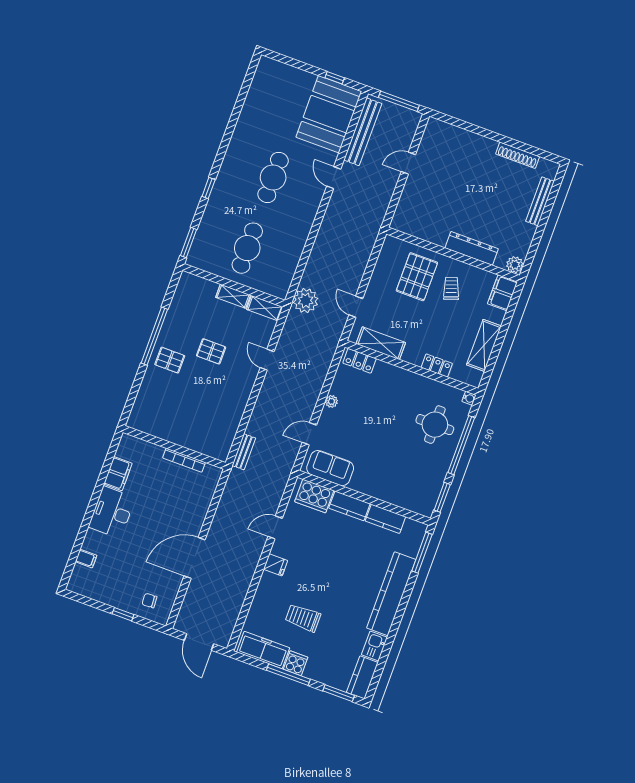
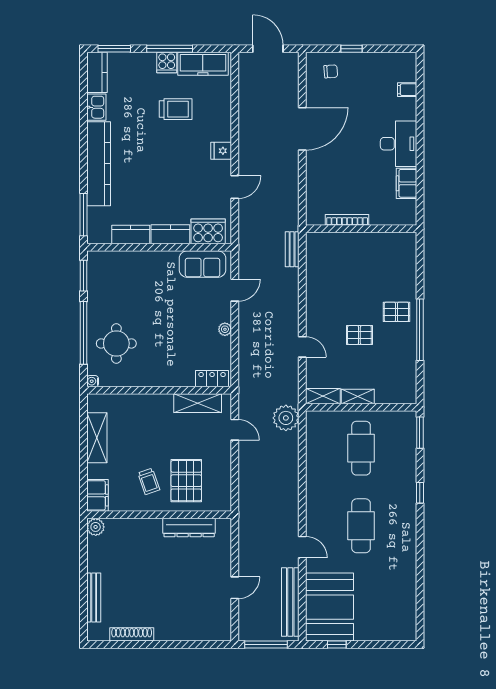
dresser: (472, 248) -> (189, 528), moved
locker: (437, 366) -> (135, 401), removed

